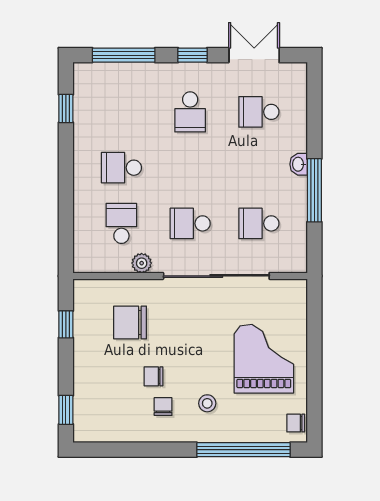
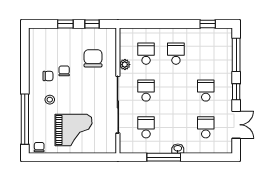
school desk: (190, 112) -> (206, 91), turned 90
school desk: (121, 223) -> (146, 54), turned -90
window: (66, 410) -> (65, 24), moved

